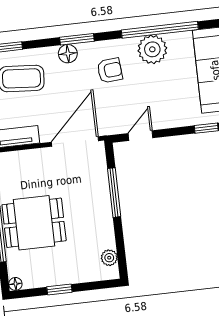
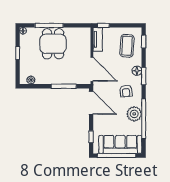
door: (140, 136) -> (91, 103), width x1.88

